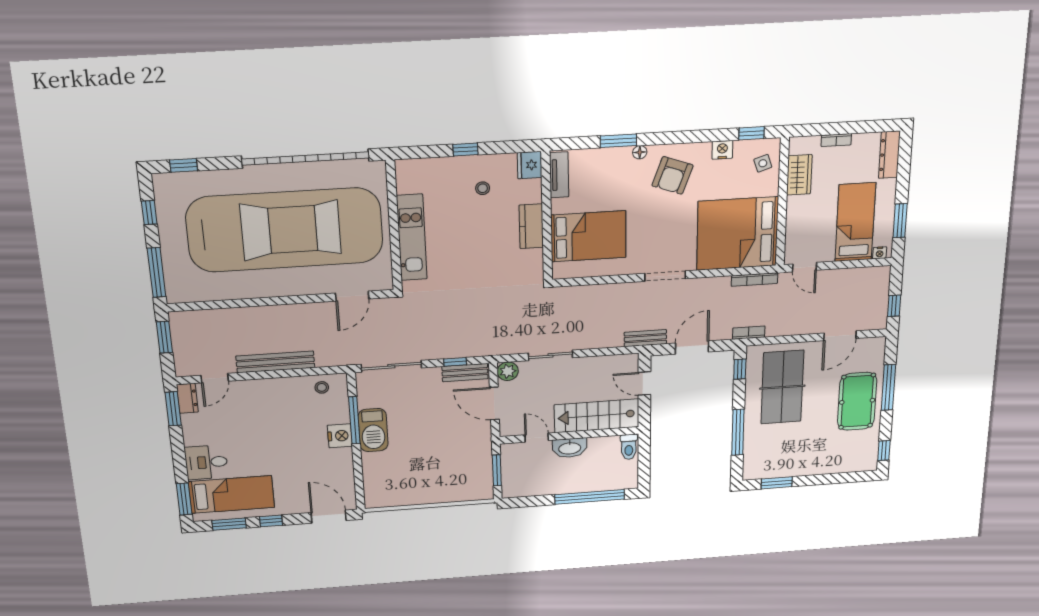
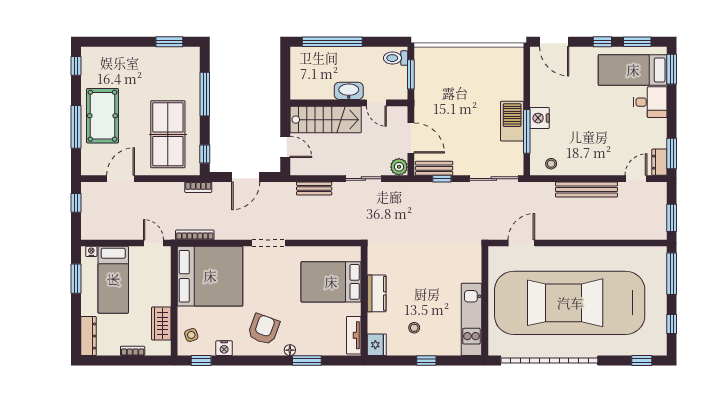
kitchen unit: (412, 237) -> (471, 319), moved
bench: (645, 338) -> (314, 188), moved
toilet: (629, 447) -> (396, 58), moved, turned -90

